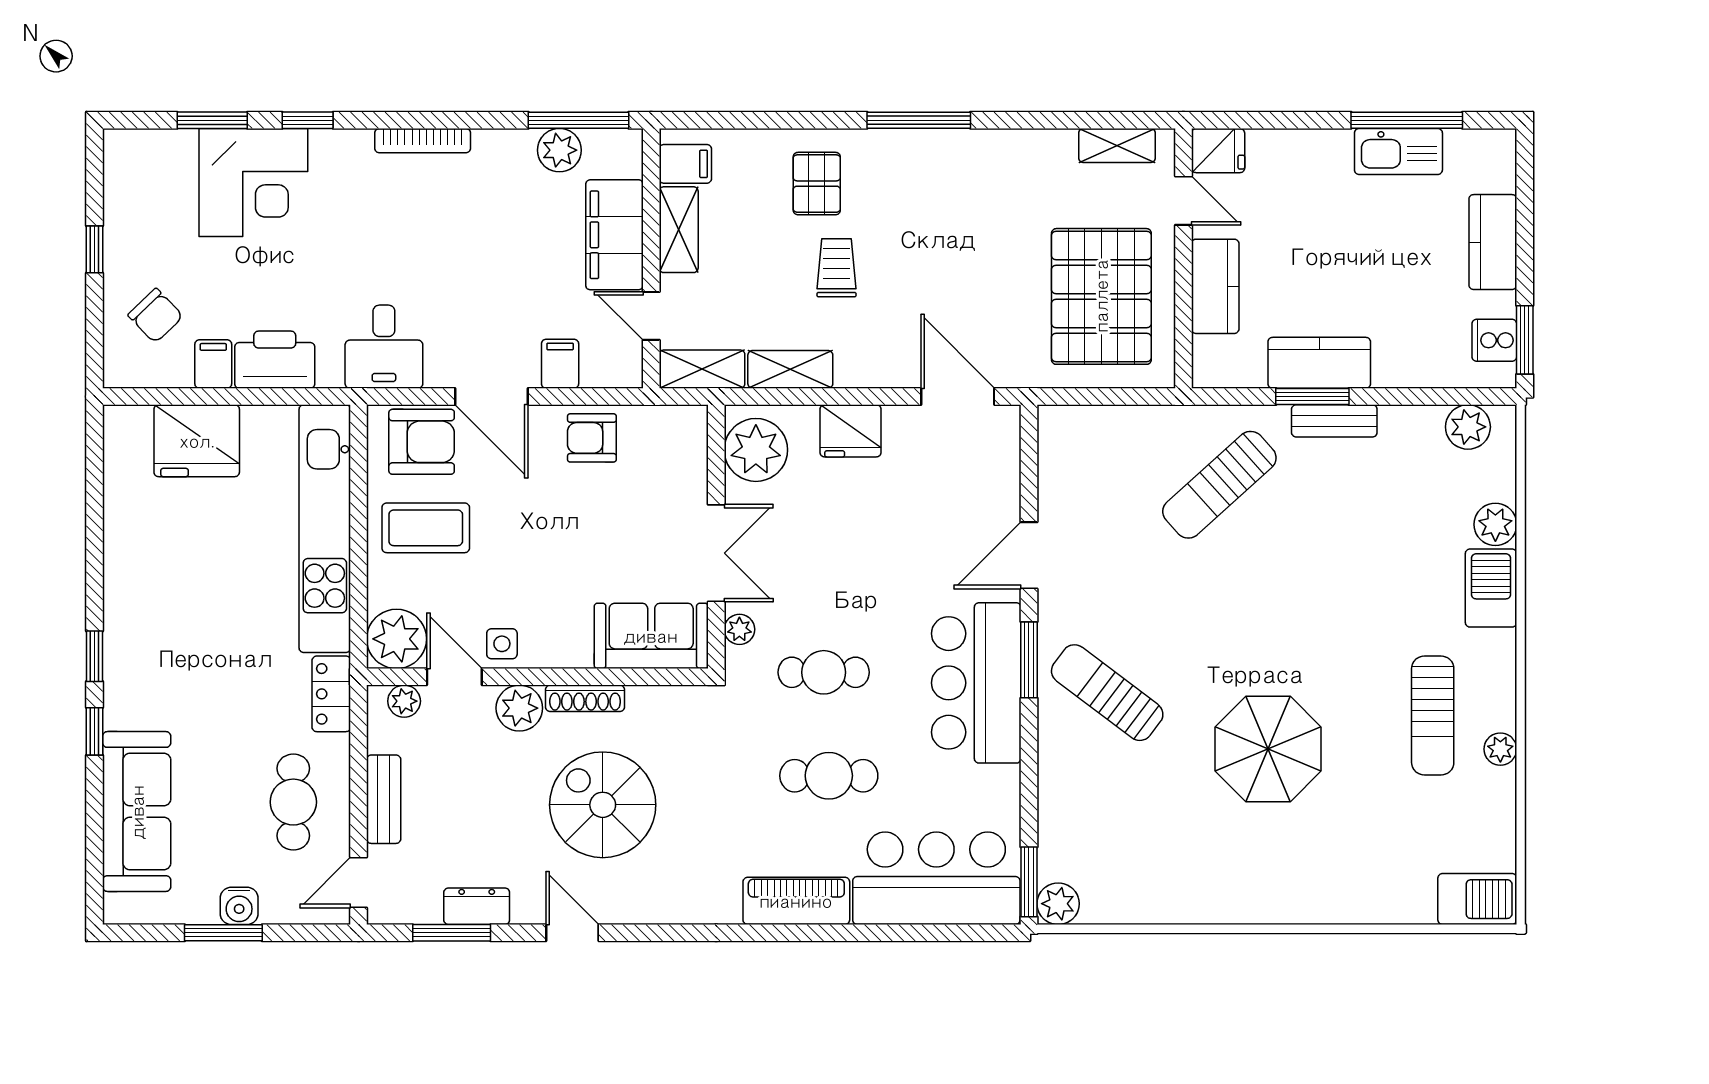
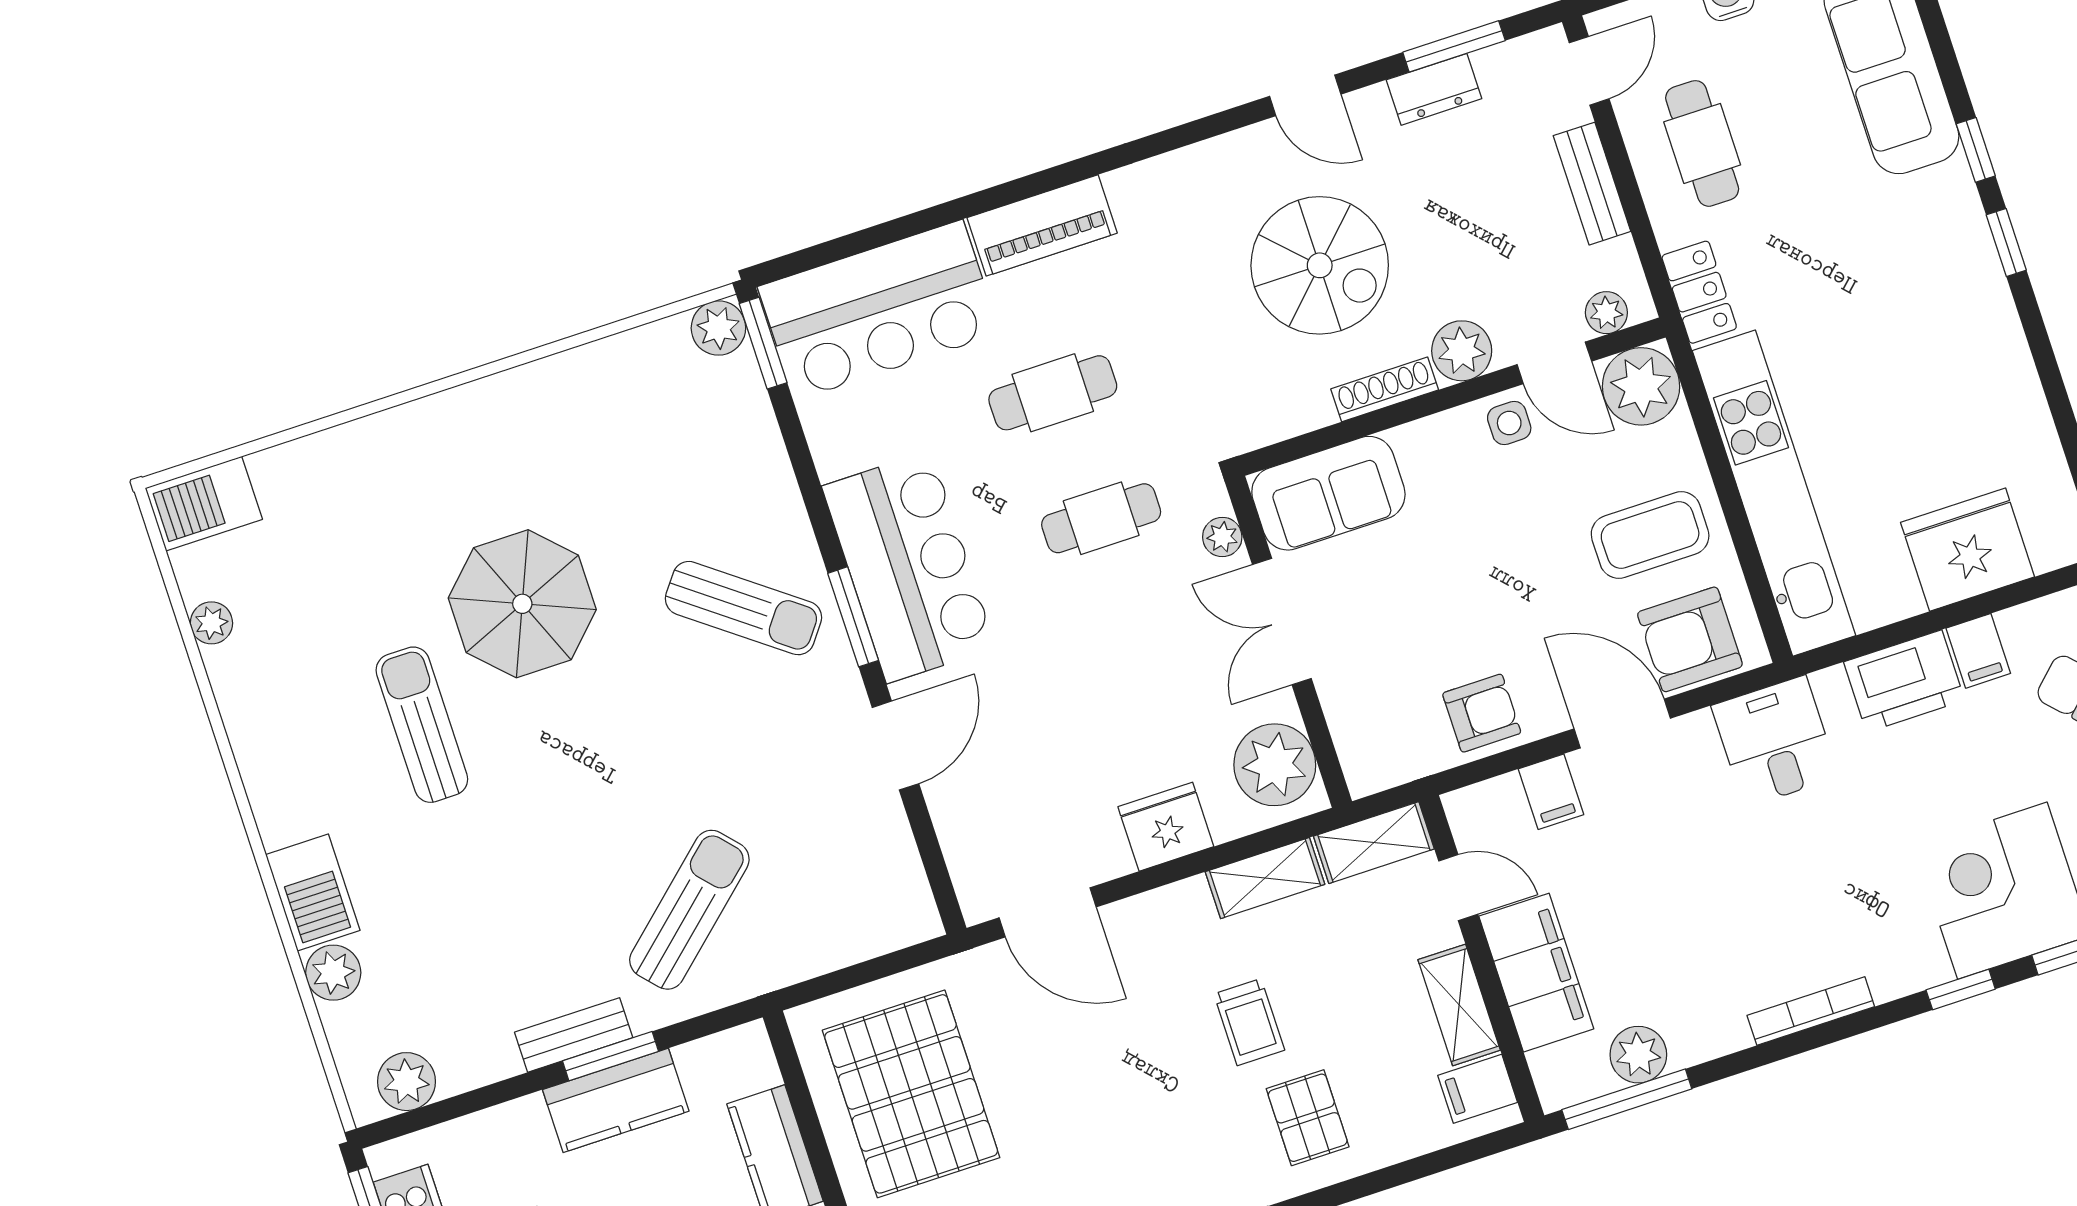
sun lounger: (1433, 715) -> (422, 725), moved
plant: (1500, 749) -> (211, 623), moved

